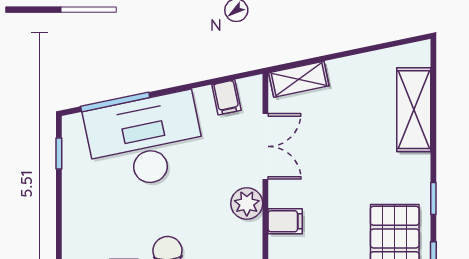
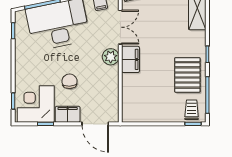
filing cabinet: (285, 221) -> (131, 59), width x2.00

